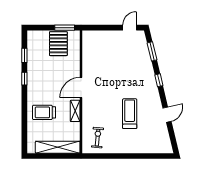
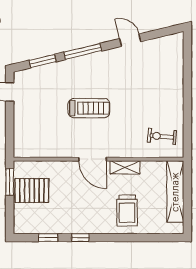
window: (159, 80) -> (83, 51), width x2.17
treadmill: (130, 114) -> (89, 108), moved, turned 180

